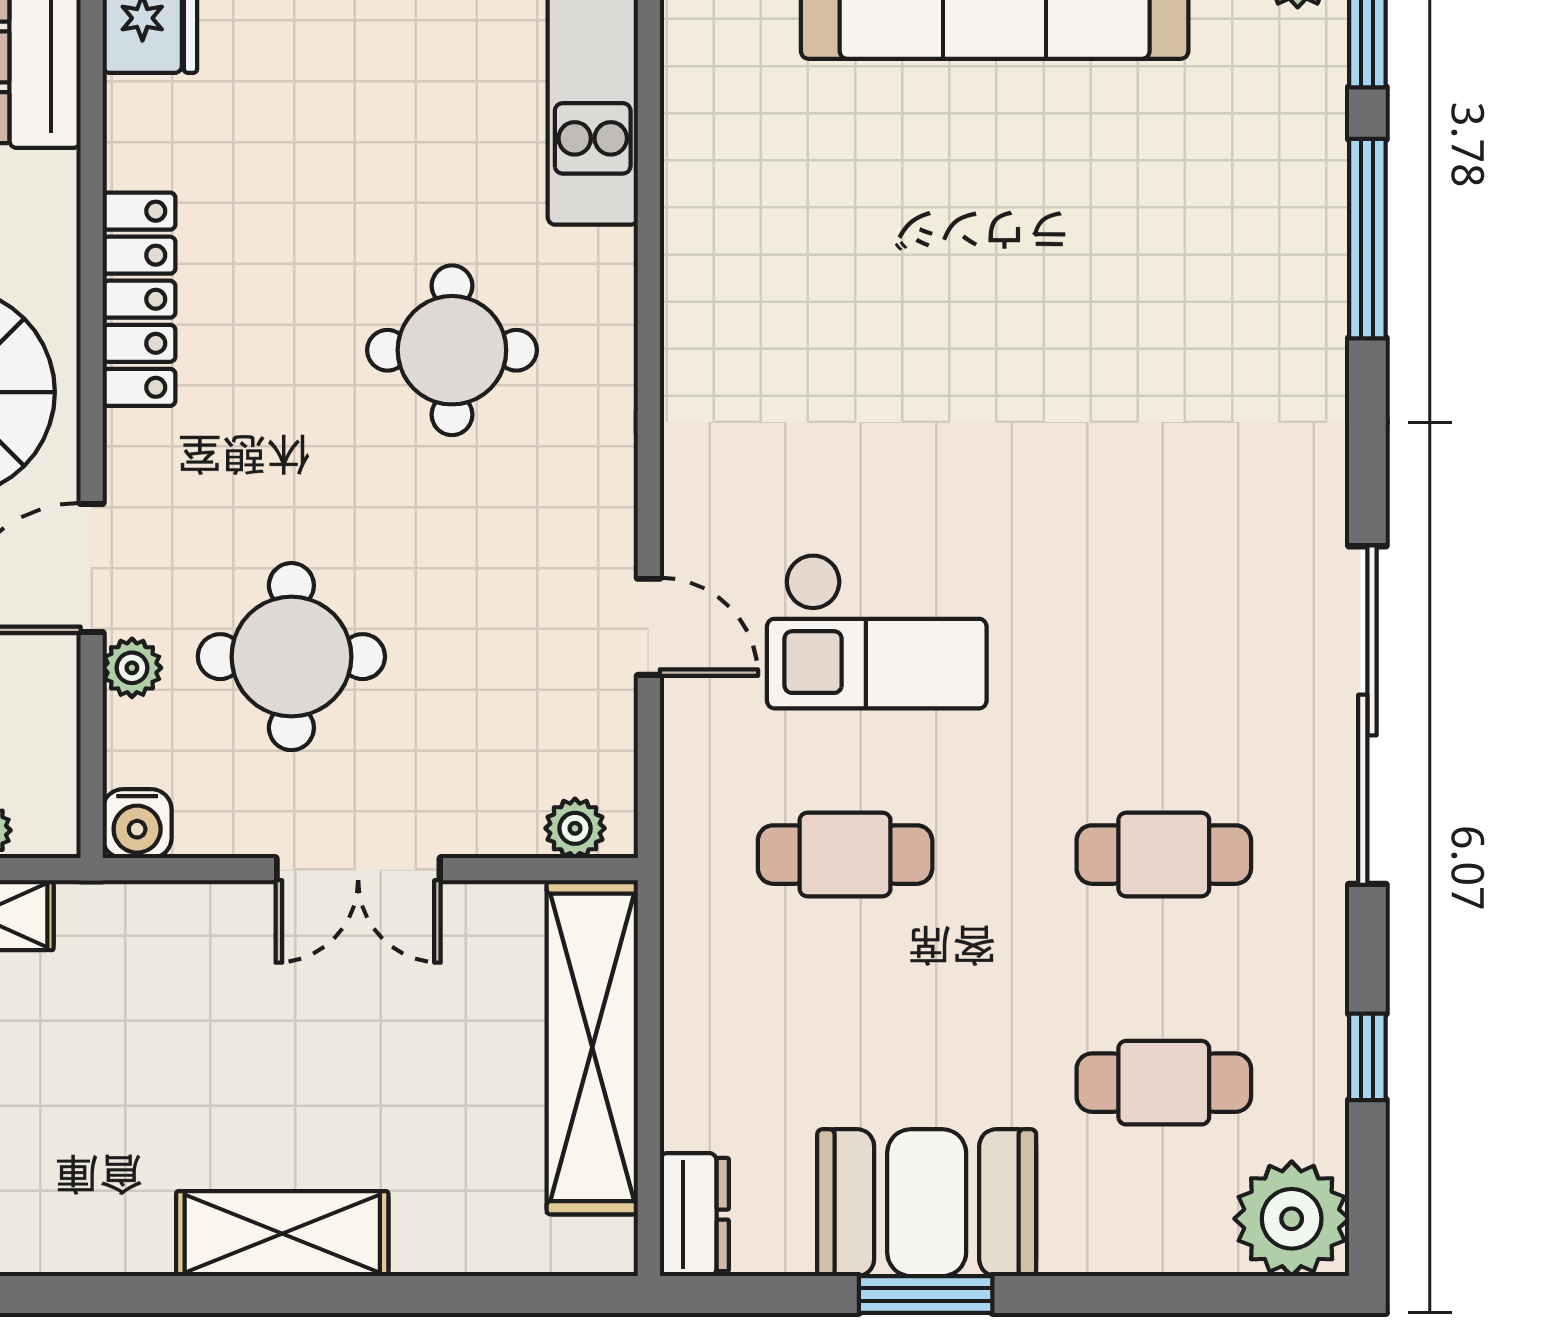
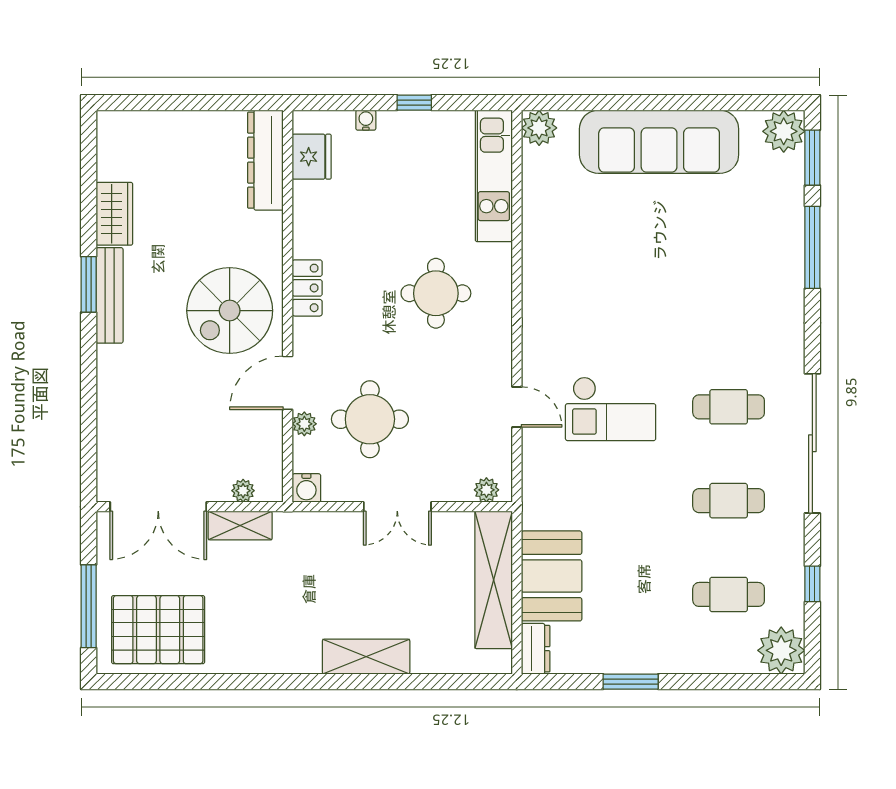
locker: (139, 299) -> (307, 288), width x0.66
cafe table: (845, 855) -> (729, 407), moved
booth: (927, 1203) -> (552, 576), moved, turned 90

